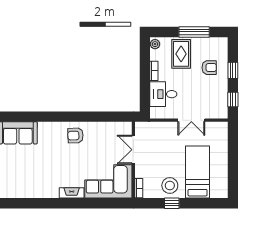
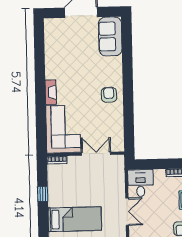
desk: (163, 94) -> (141, 183), moved
double door: (191, 120) -> (127, 212), swing flipped
stool: (170, 185) -> (61, 191), removed

